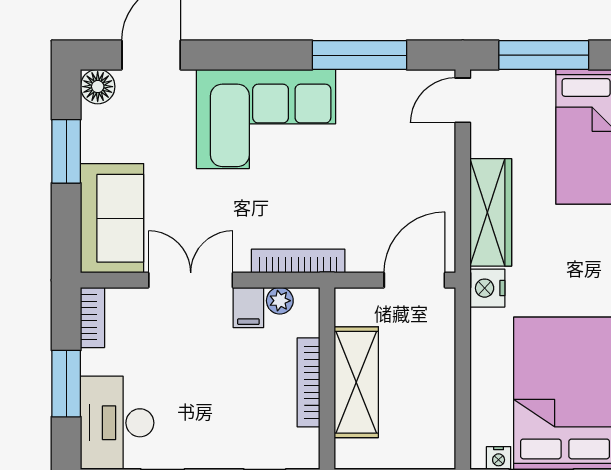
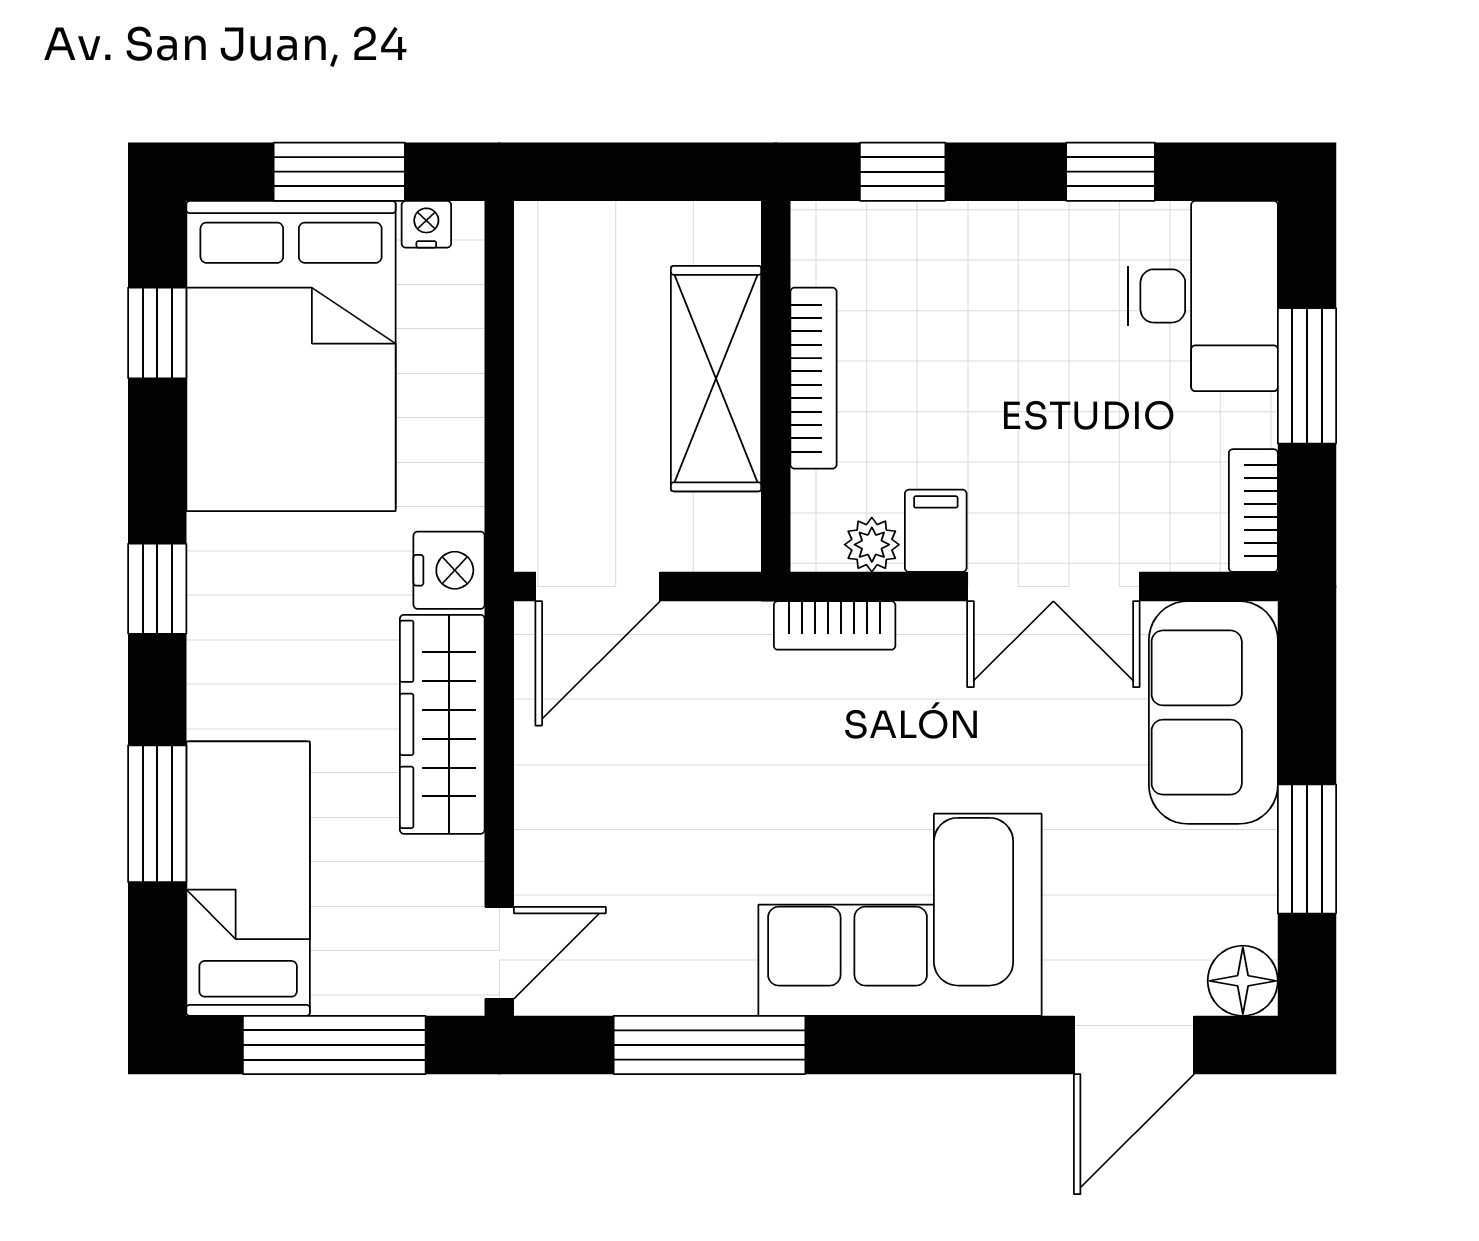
bookcase: (298, 261) -> (835, 625), width x0.64

